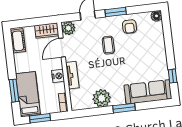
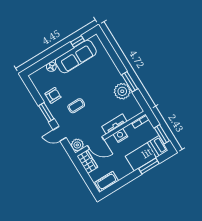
floor lamp: (156, 16) -> (51, 67), moved
sofa: (148, 92) -> (76, 56), moved, turned -90
window: (124, 108) -> (130, 82), moved

